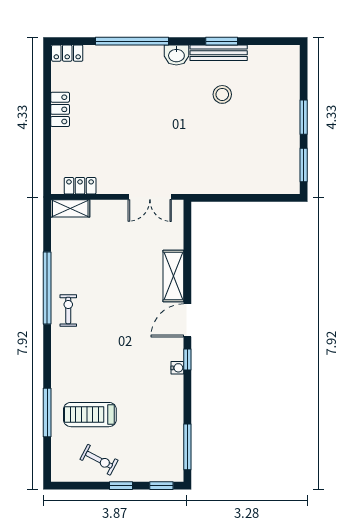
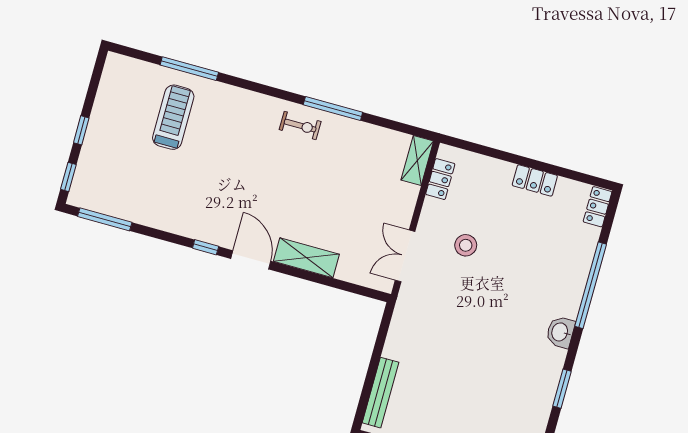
bench: (219, 53) -> (381, 393), moved
stool: (222, 94) -> (466, 245), moved
window: (47, 288) -> (333, 108), width x0.68
water cooler: (177, 368) -> (199, 233), removed
exercise bike: (99, 460) -> (118, 113), removed

